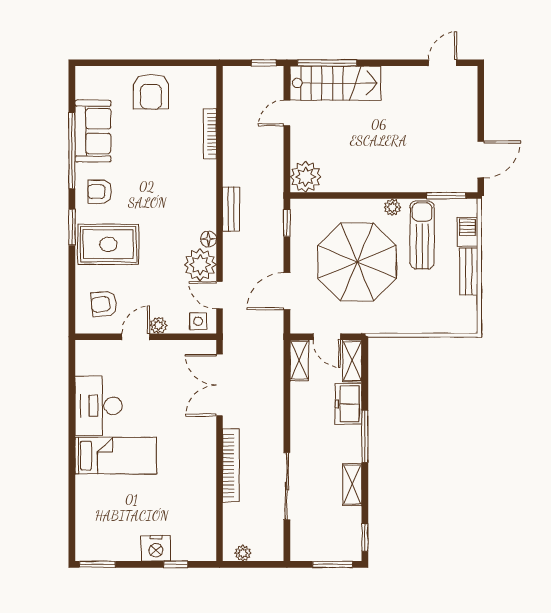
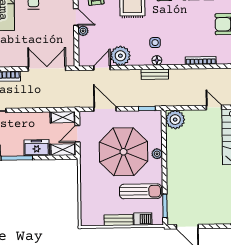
plant: (392, 207) -> (157, 154), moved
floor lamp: (208, 239) -> (157, 60), moved
side table: (198, 321) -> (155, 43), moved

